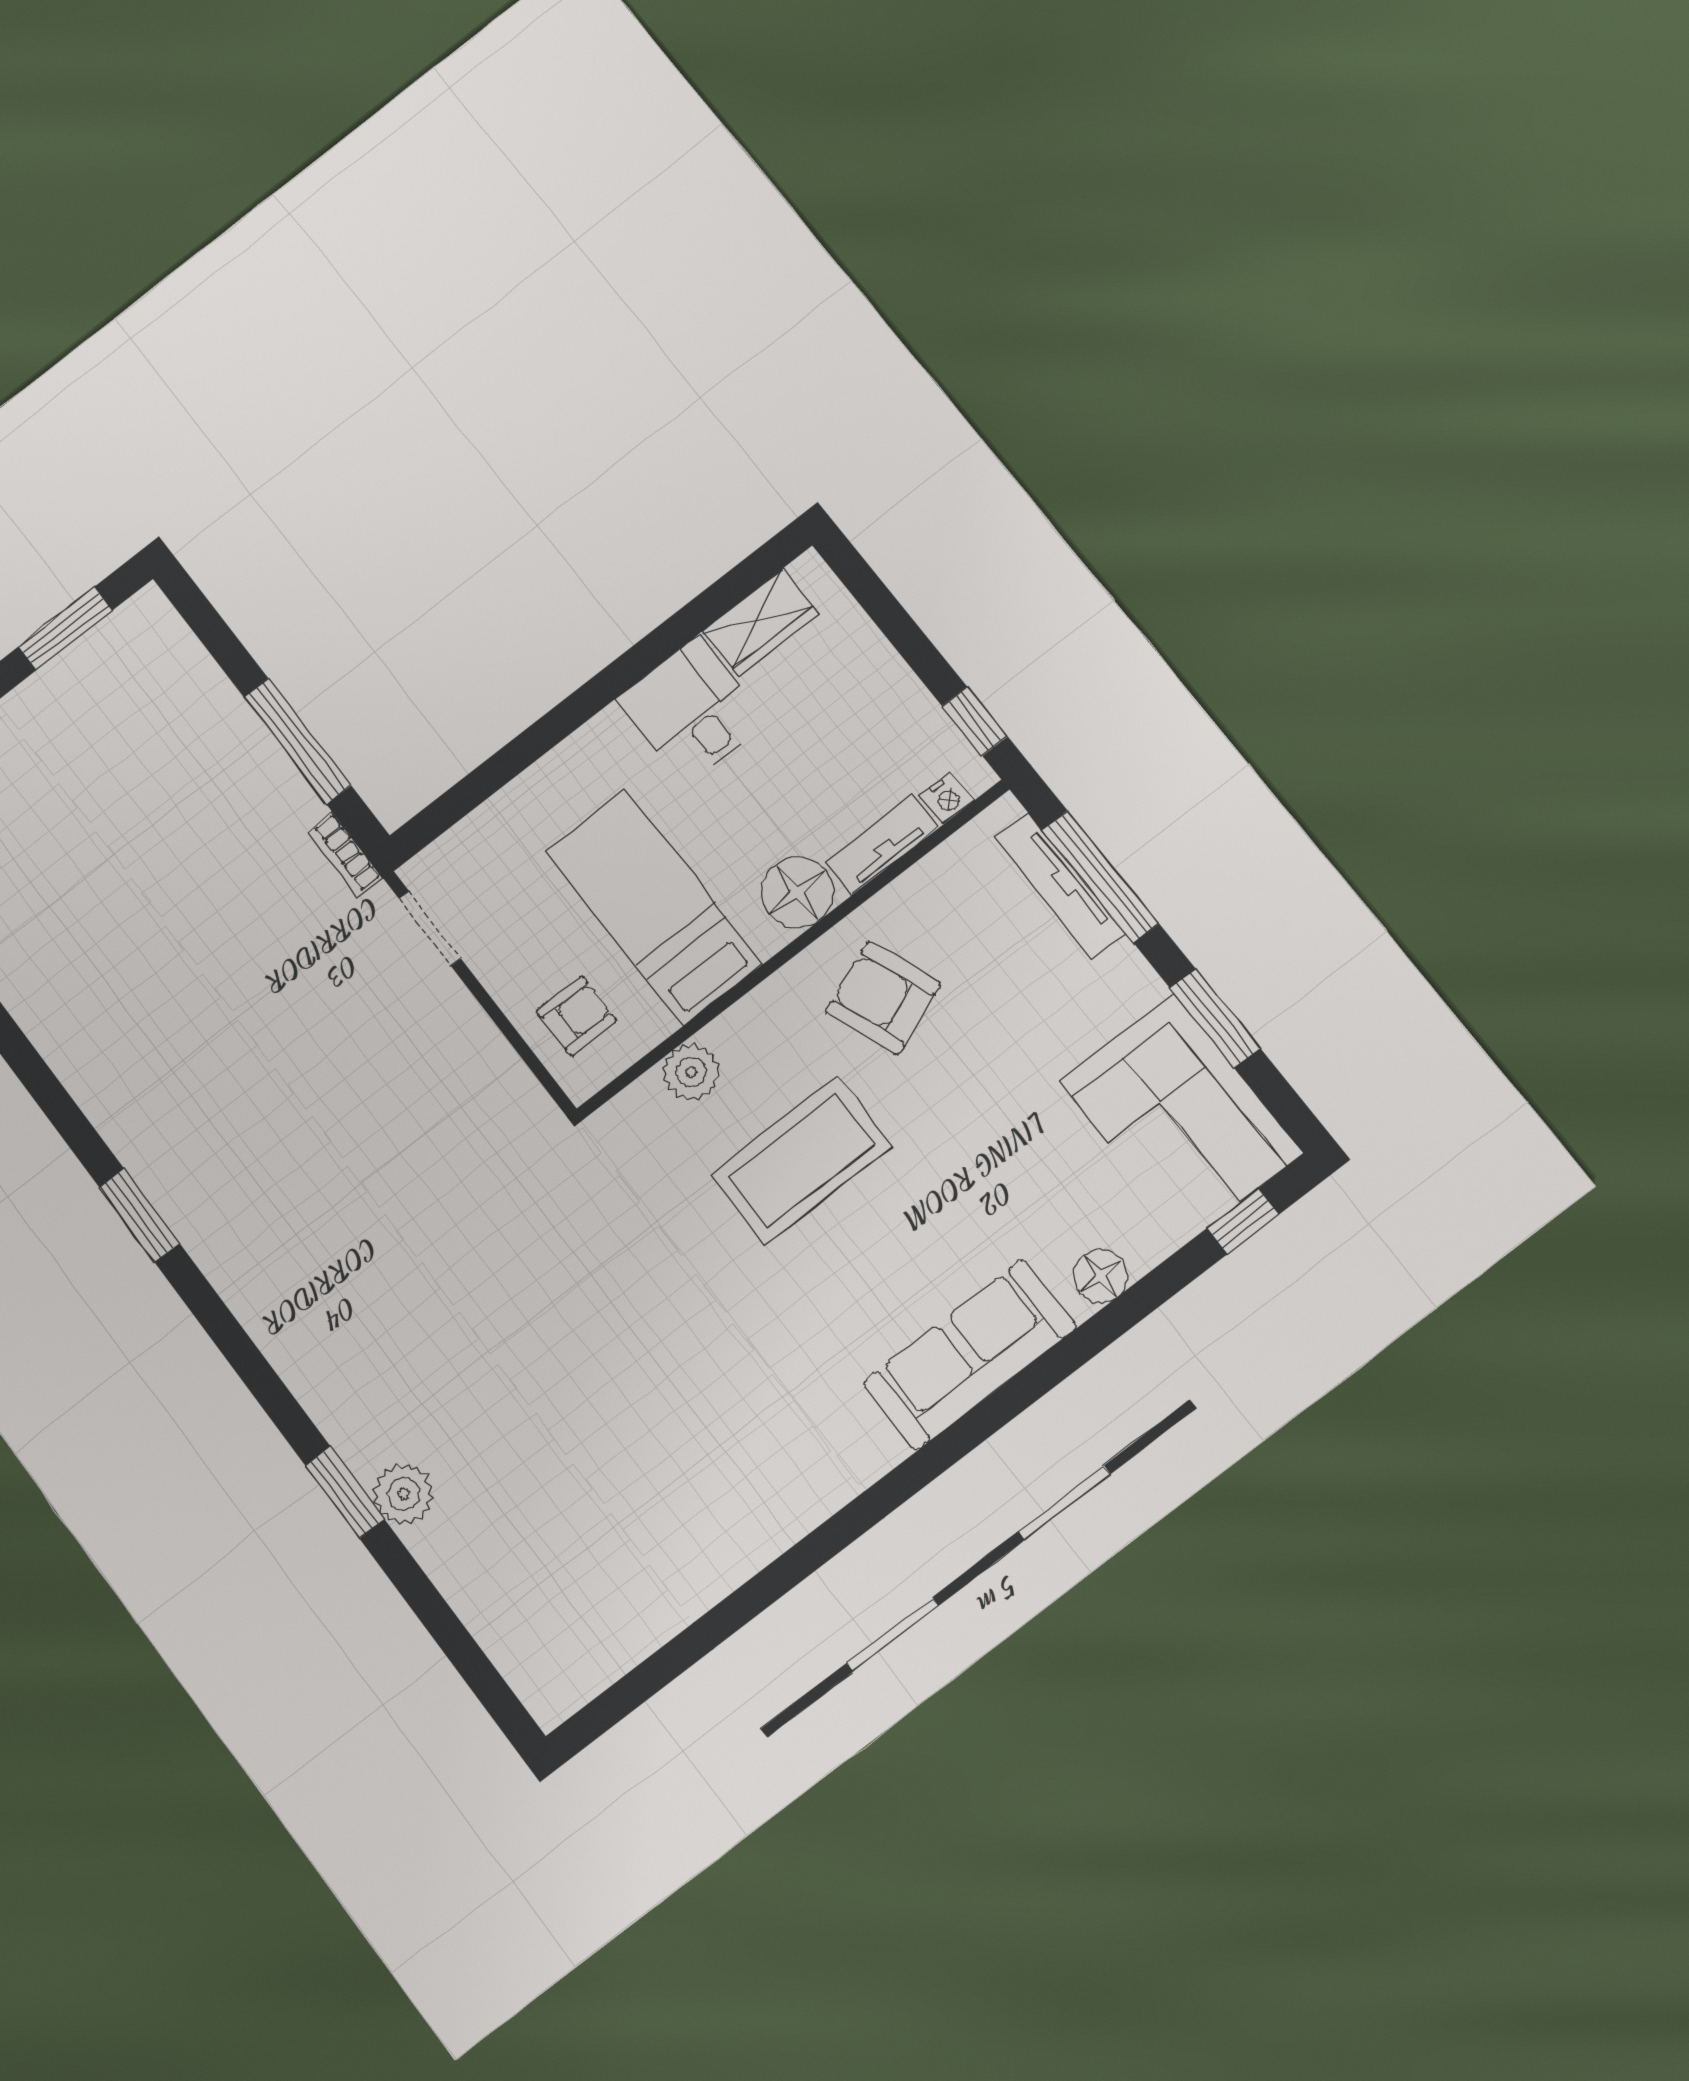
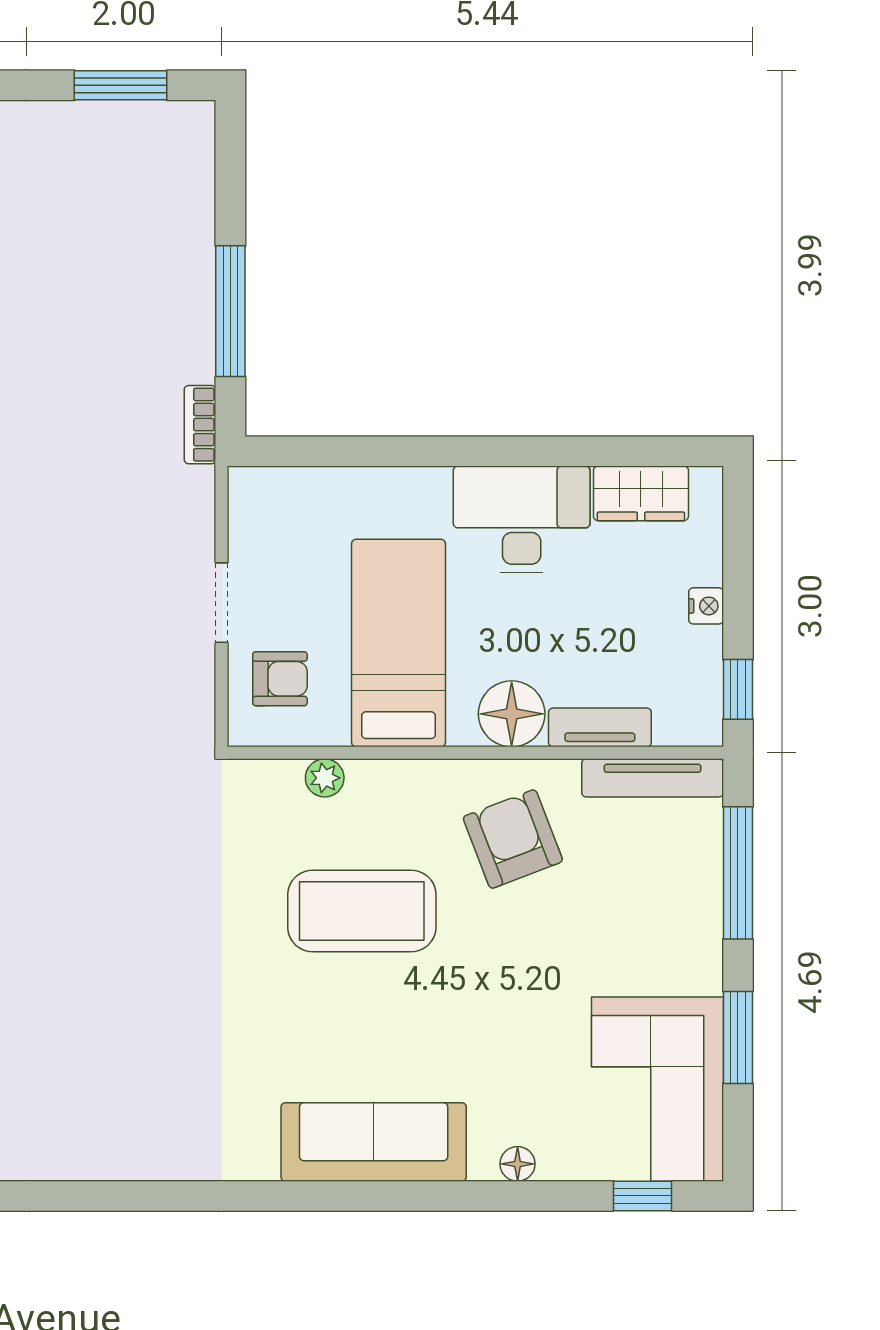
desk: (692, 710) -> (522, 519), width x1.37
nightstand: (947, 798) -> (706, 606), moved, turned -90
tv unit: (1060, 885) -> (653, 778), moved, turned -90
doorway: (430, 928) -> (222, 603), moved
plant: (691, 1072) -> (325, 778), width x0.73, depth x0.73
floor lamp: (1100, 1276) -> (518, 1164), width x0.73, depth x0.73

